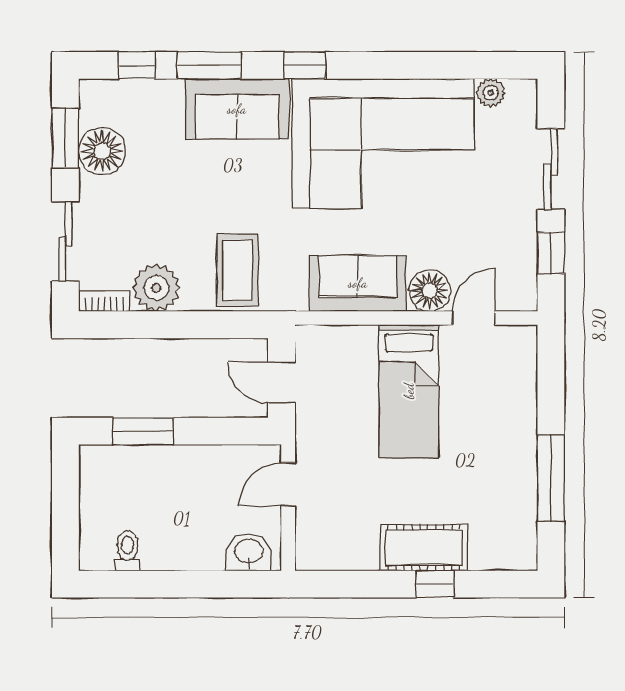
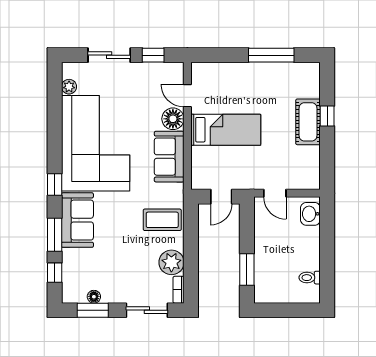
floor lamp: (102, 151) -> (94, 297), width x0.53, depth x0.53

